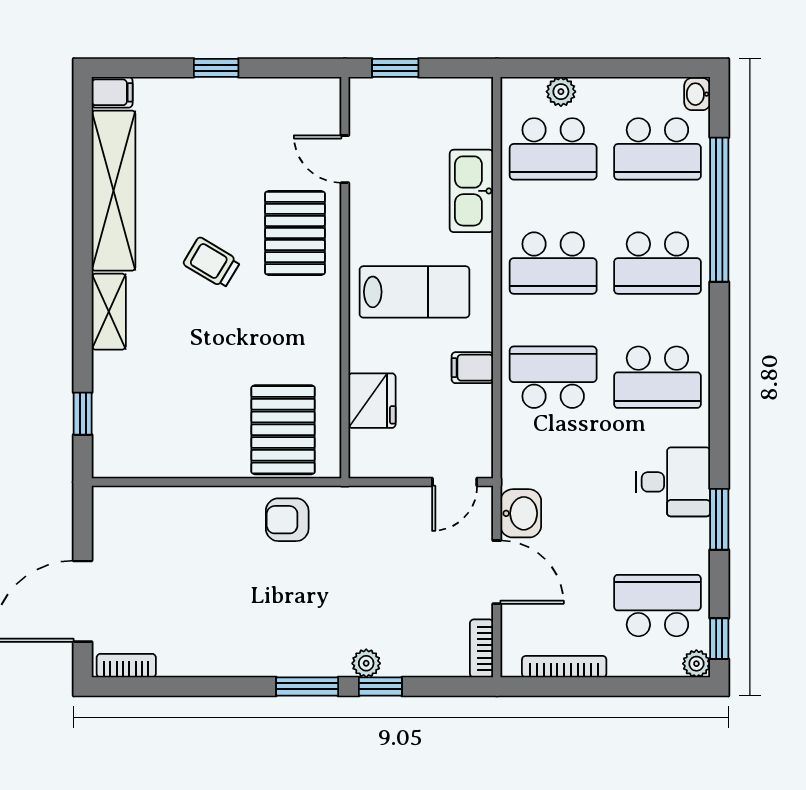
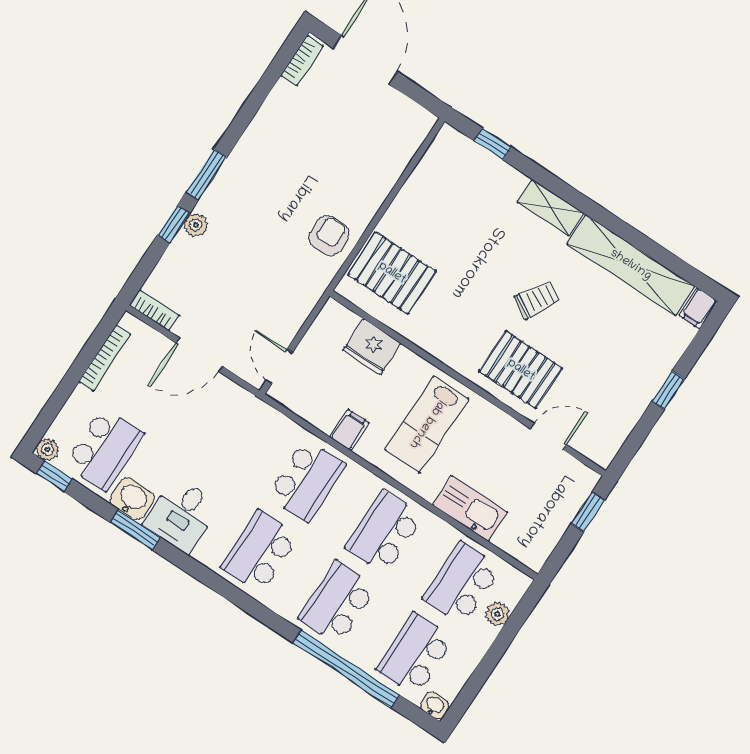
washbasin: (521, 513) -> (132, 499), moved, turned 180

